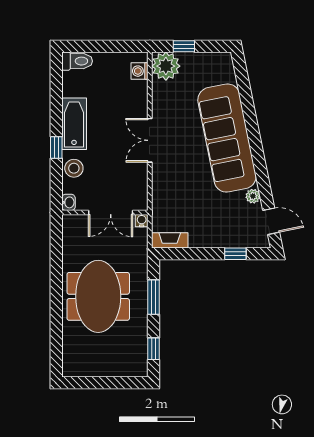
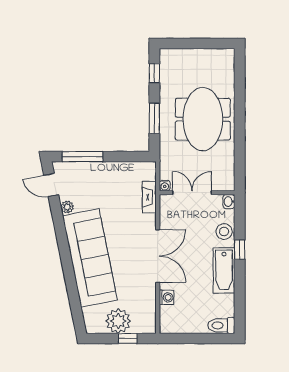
plant: (166, 66) -> (118, 321), moved
washing machine: (139, 71) -> (167, 297), moved
double door: (150, 140) -> (158, 256), width x1.37
fireplace: (170, 240) -> (149, 197), moved, turned 90
window: (235, 254) -> (83, 157), width x2.17

